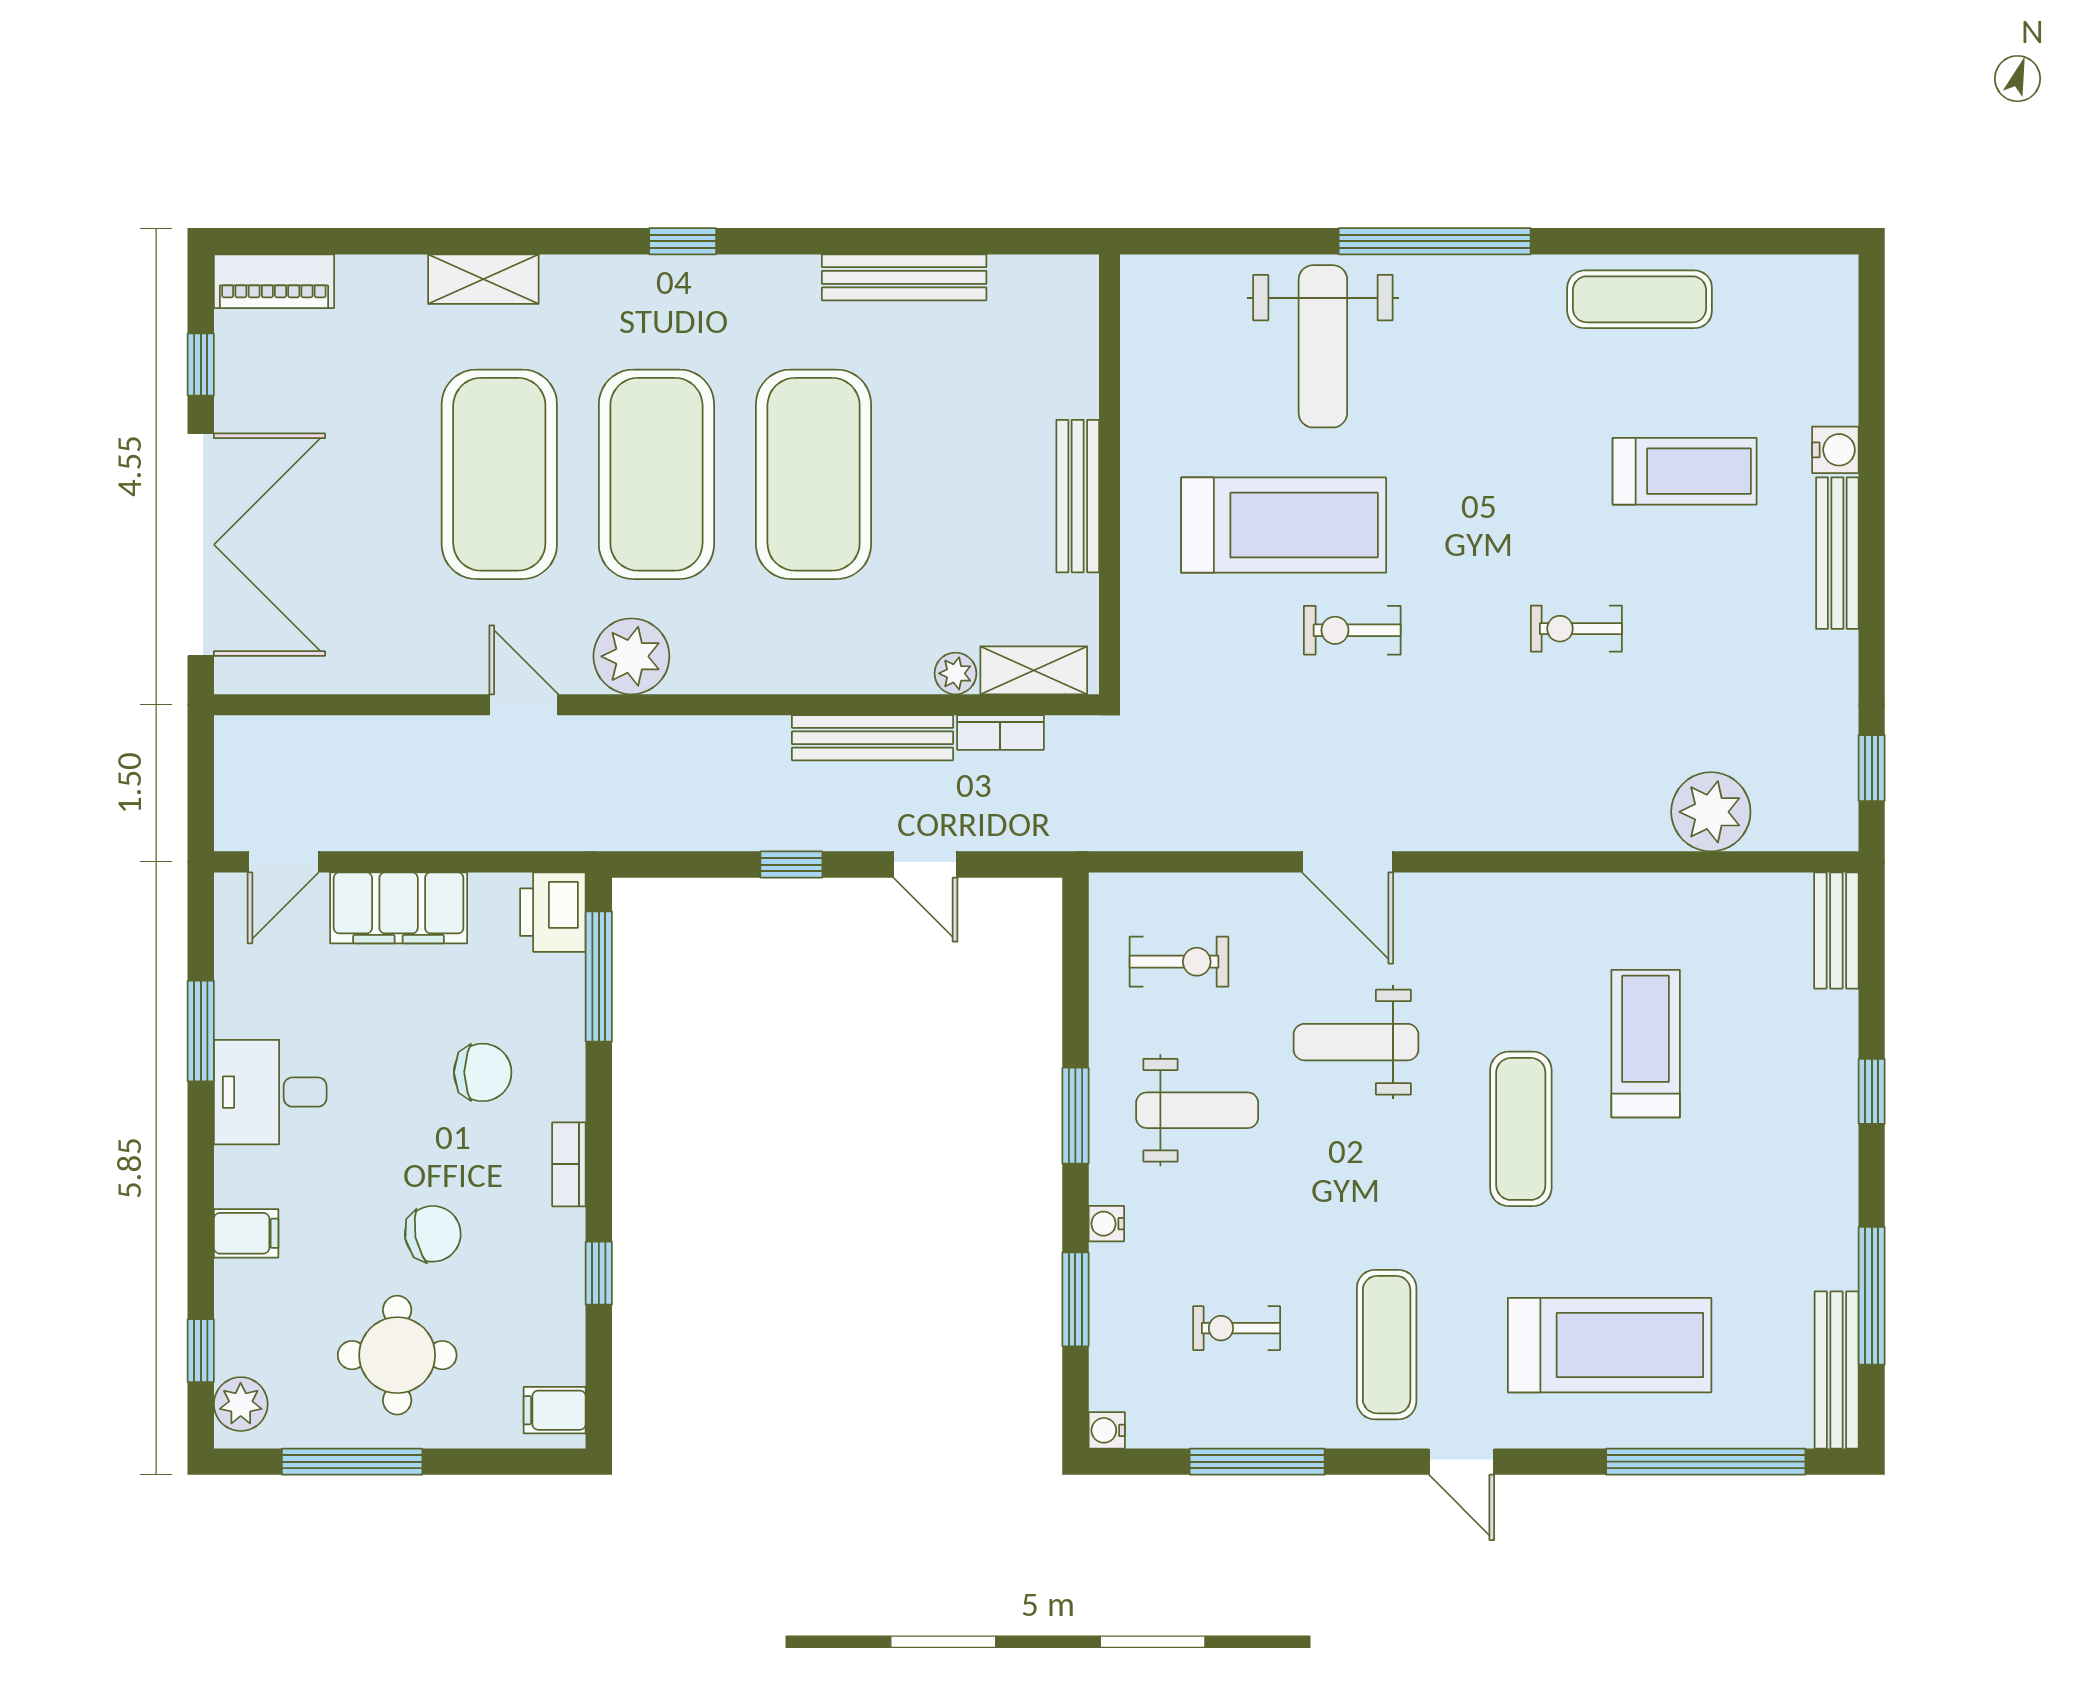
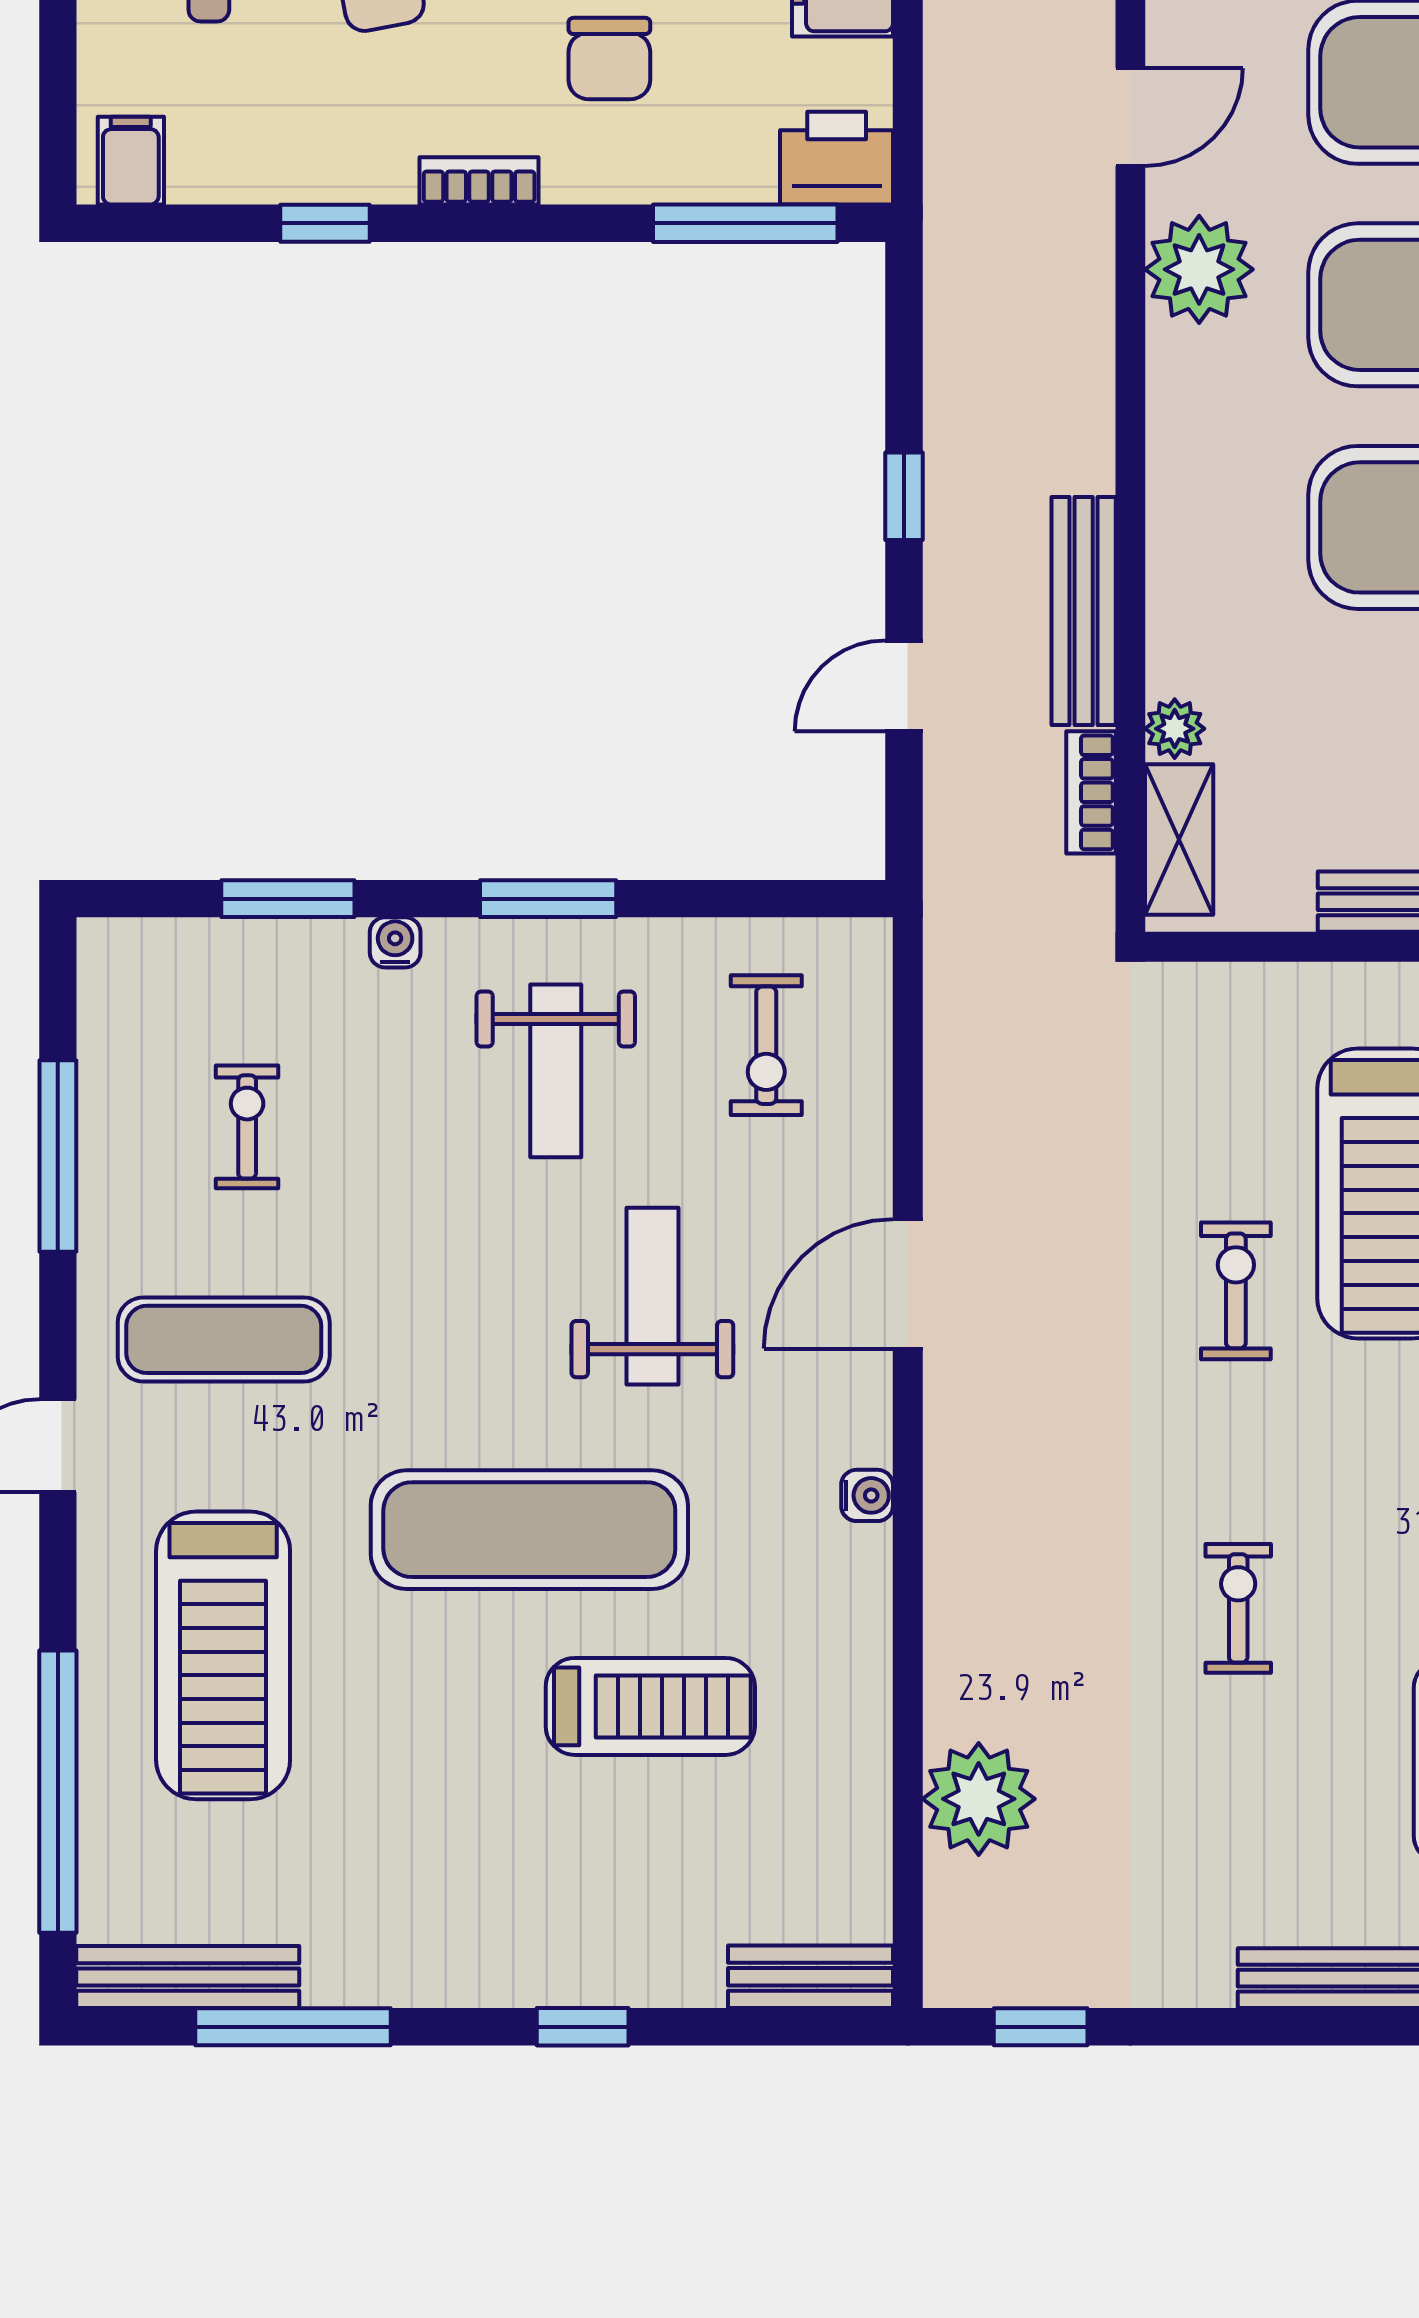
exercise mat: (1521, 1129) -> (529, 1530), width x1.36, depth x1.45
water cooler: (1107, 1430) -> (867, 1495), moved, turned 90

